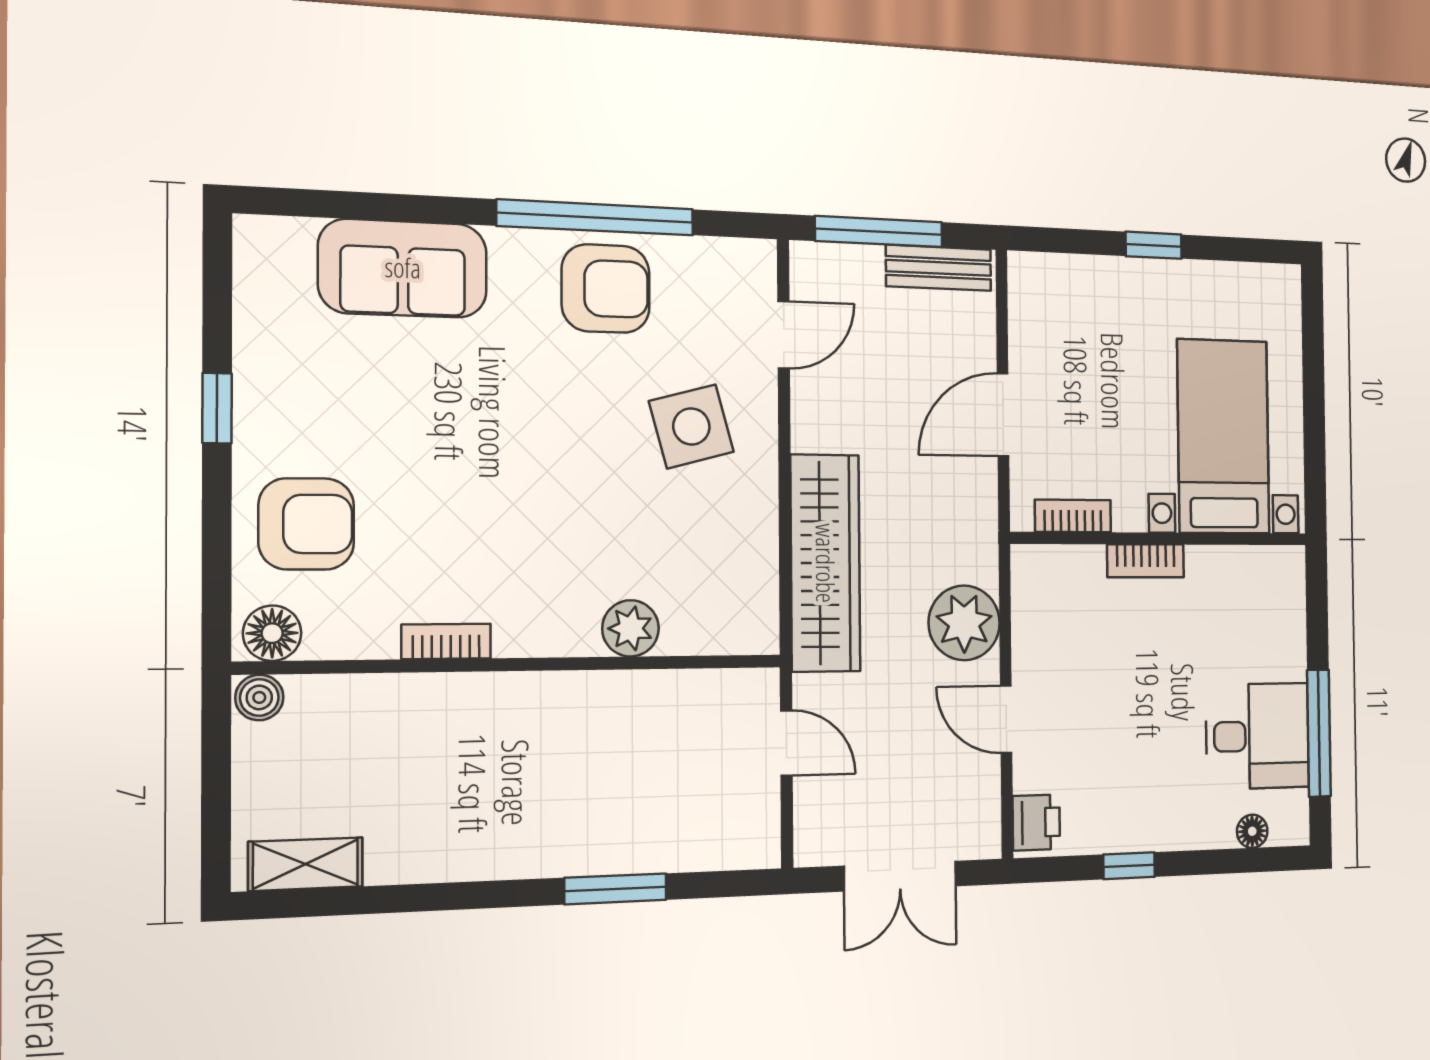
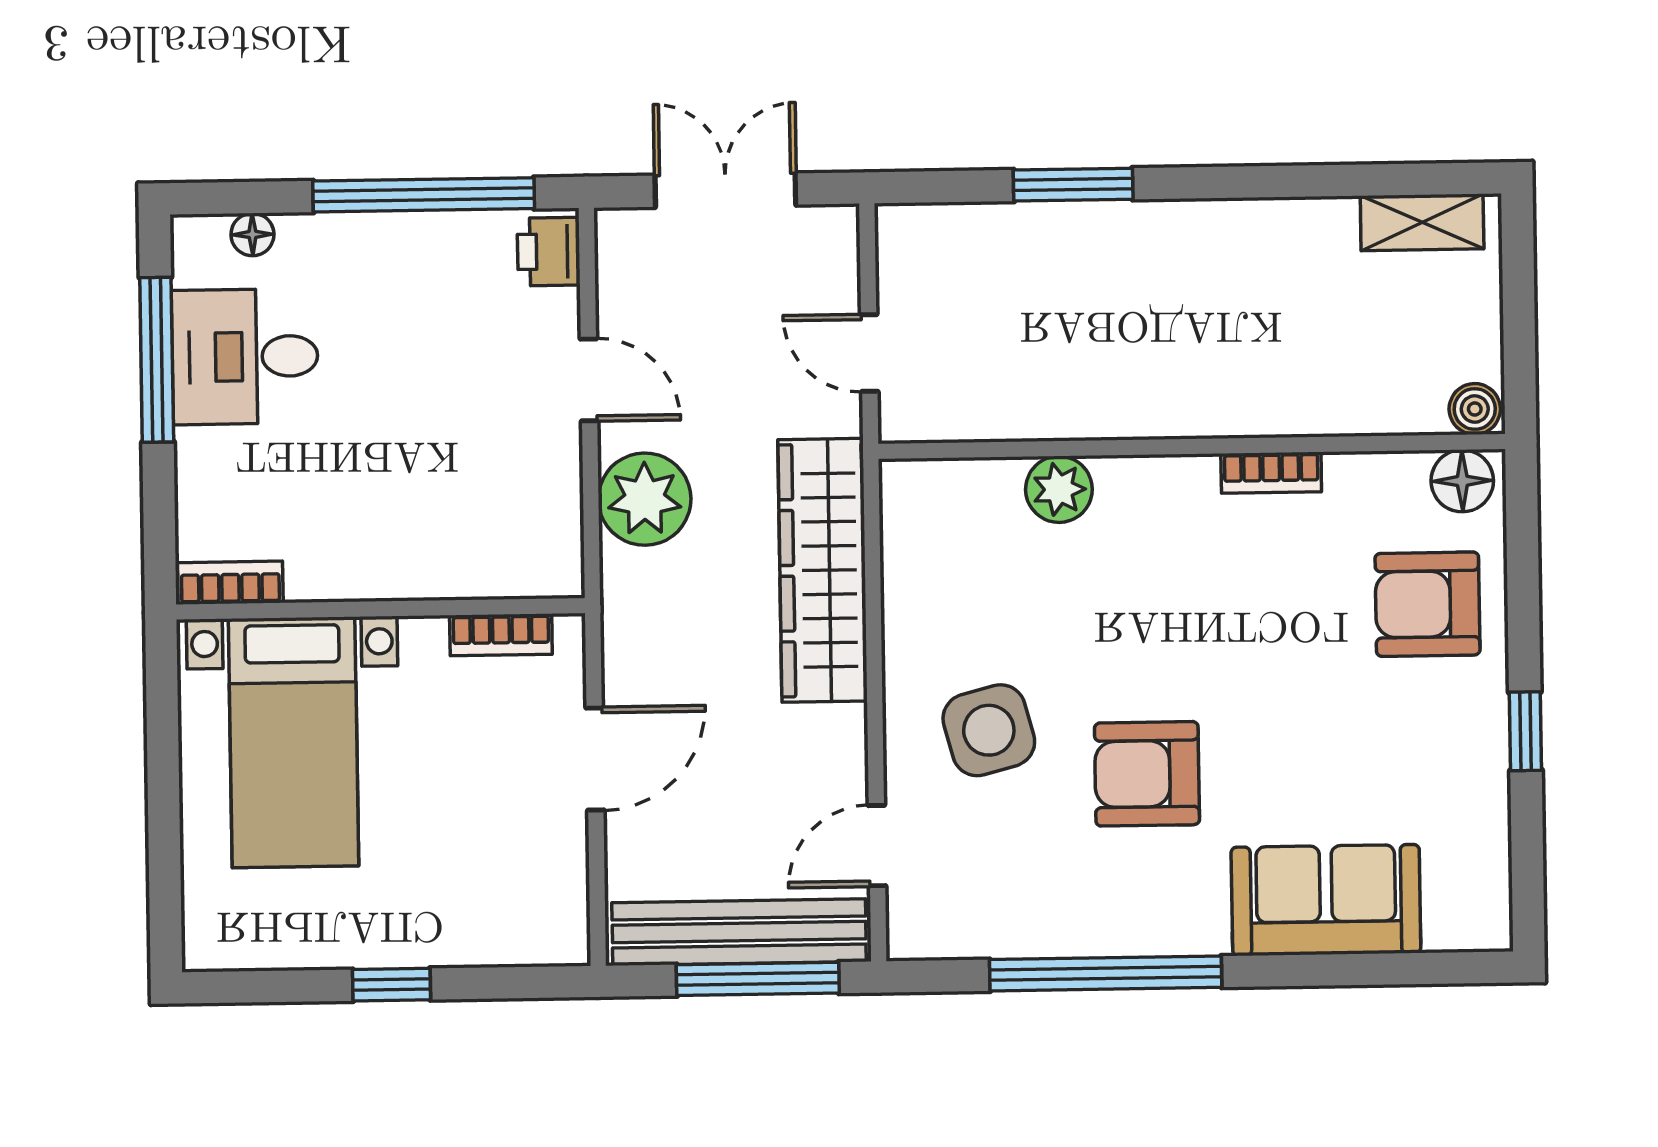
bench: (939, 268) -> (739, 932), width x1.86, depth x1.21
armchair: (606, 289) -> (1147, 774), moved
bookcase: (1145, 561) -> (230, 583), moved
window: (1129, 866) -> (424, 195), width x3.17

